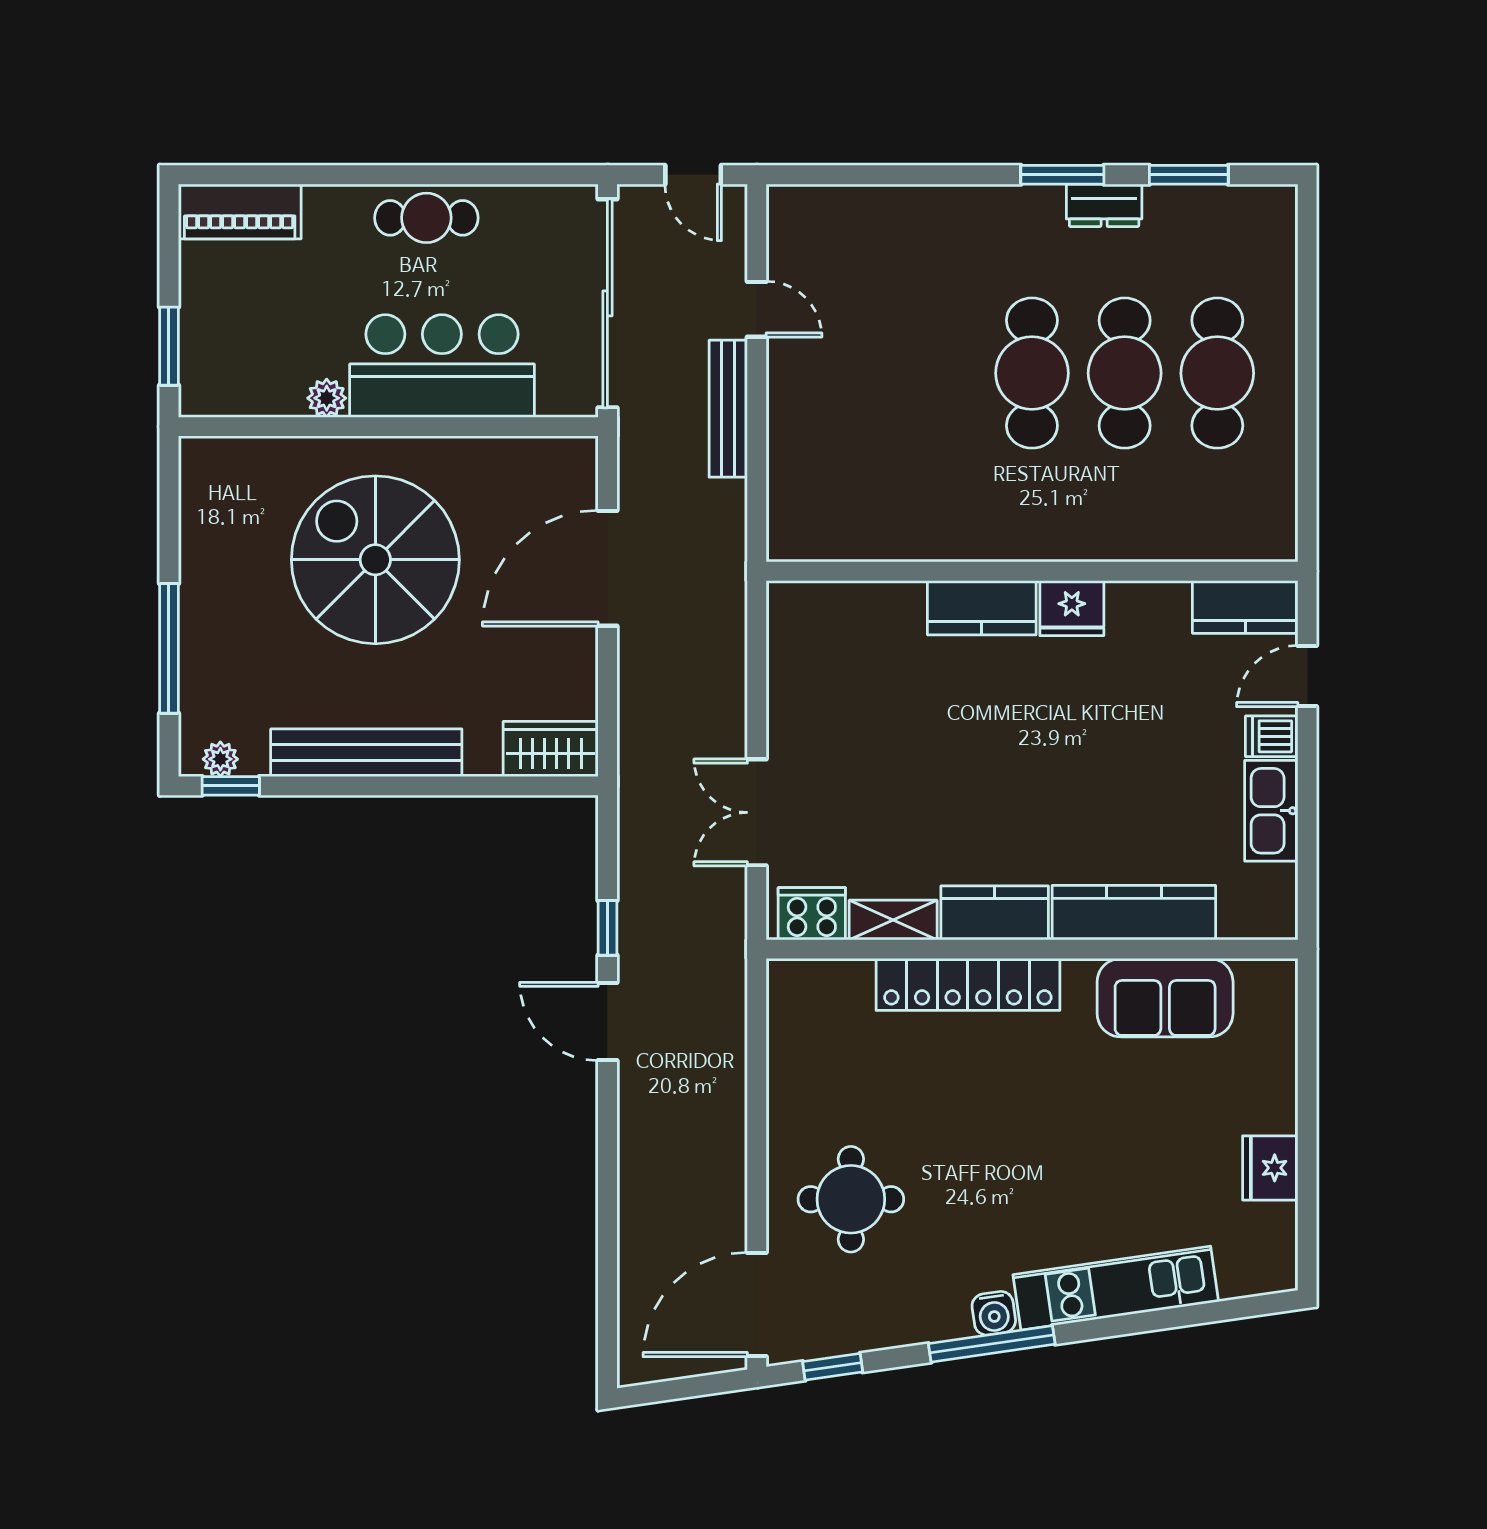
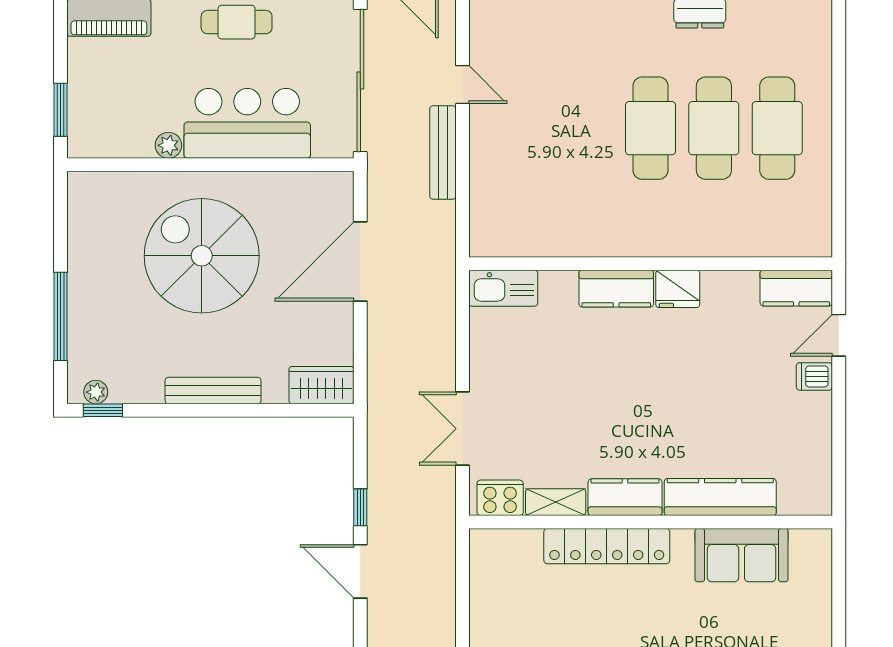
bench: (366, 753) -> (213, 391), width x0.73, depth x0.82
kitchen sink: (1271, 811) -> (503, 288), moved, turned -90

